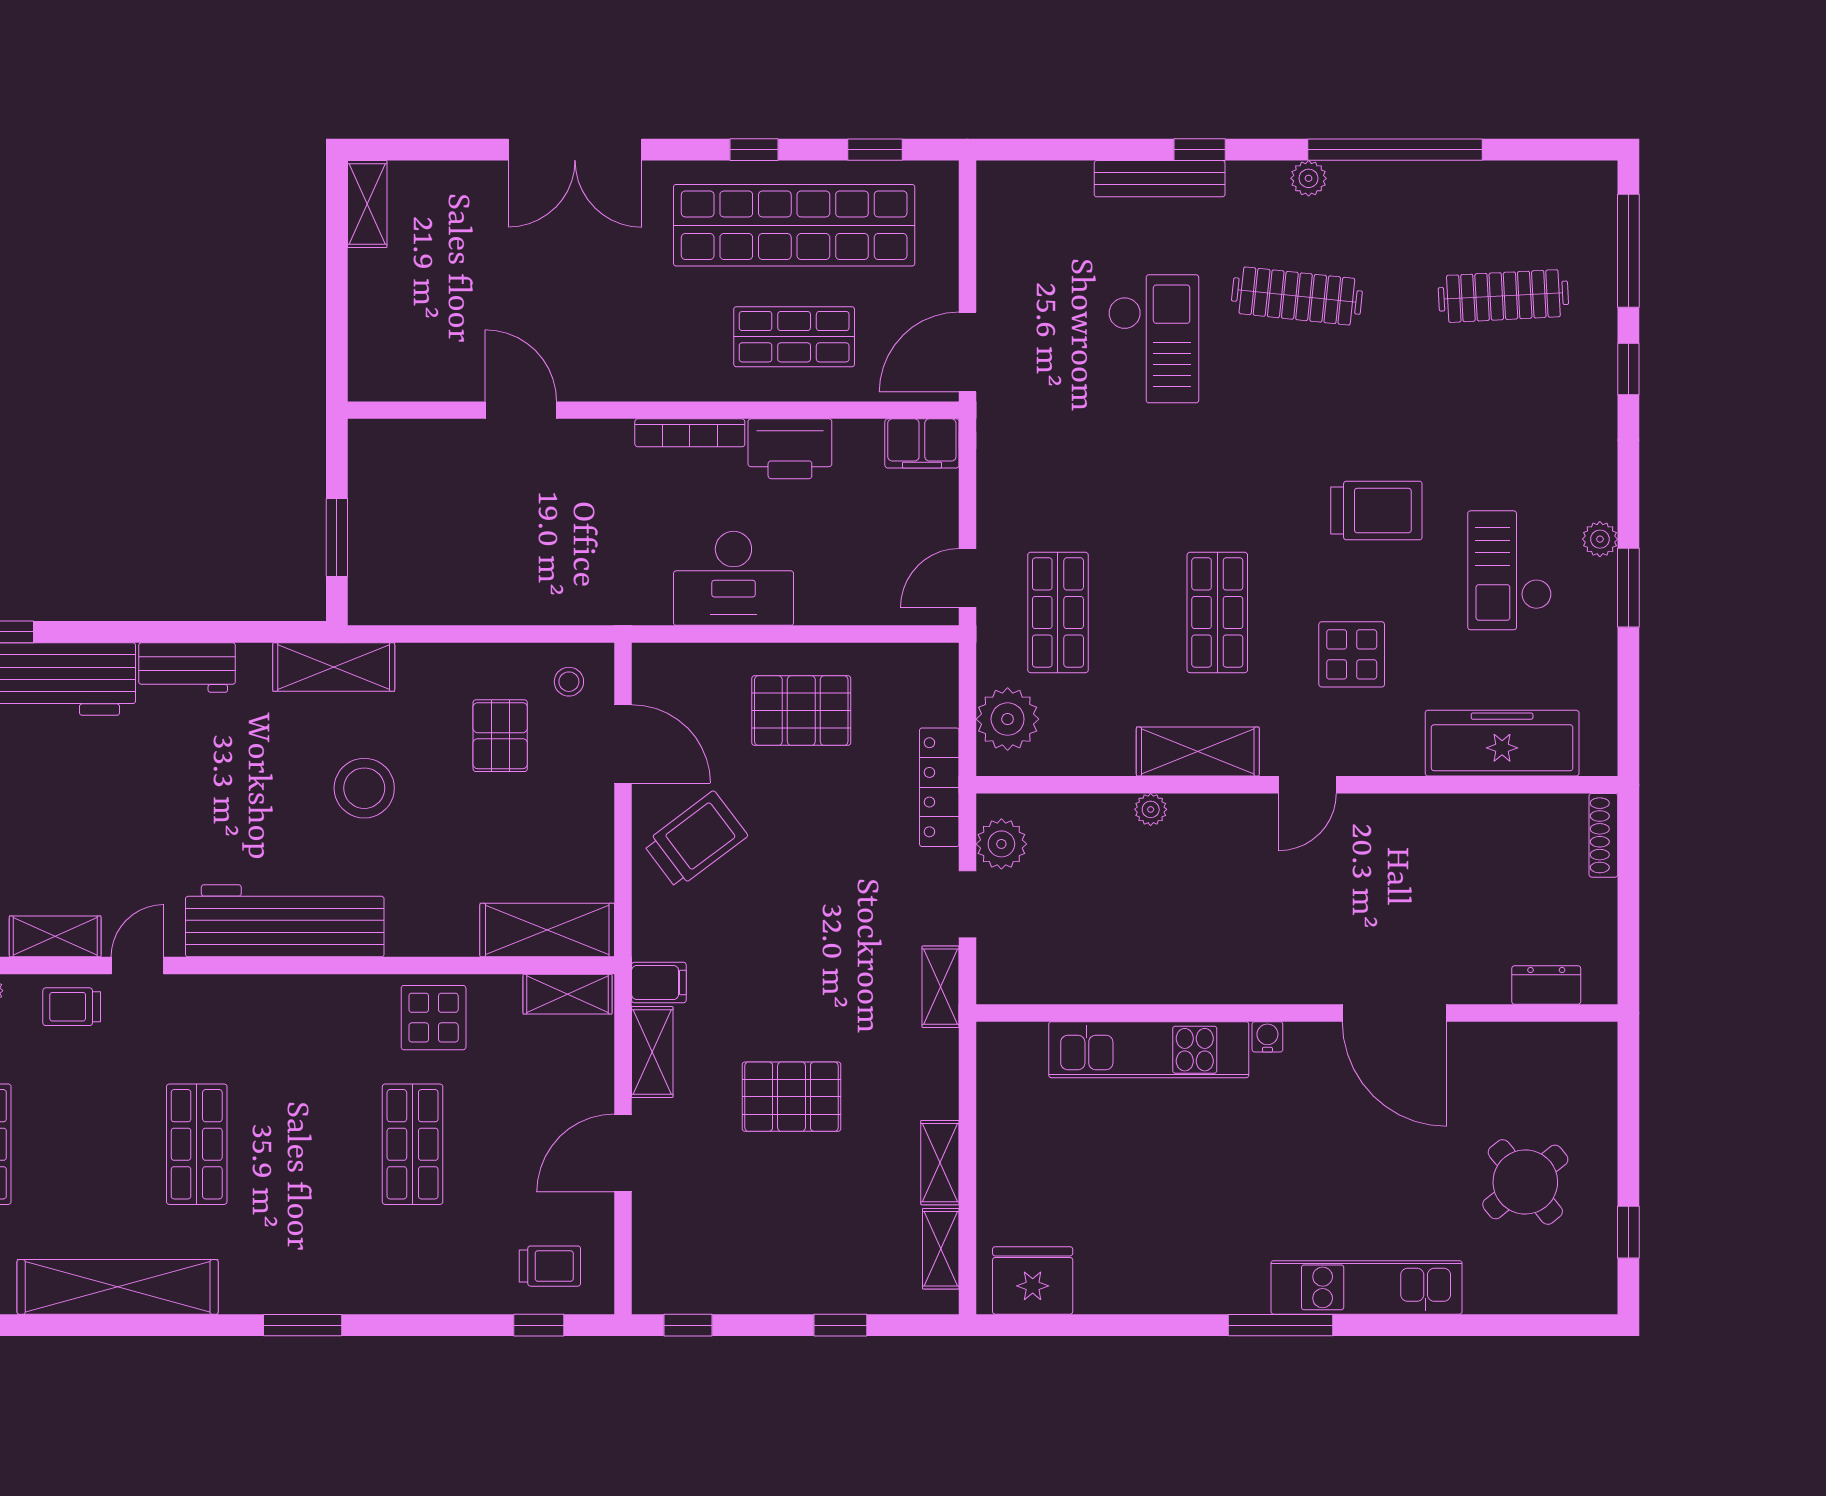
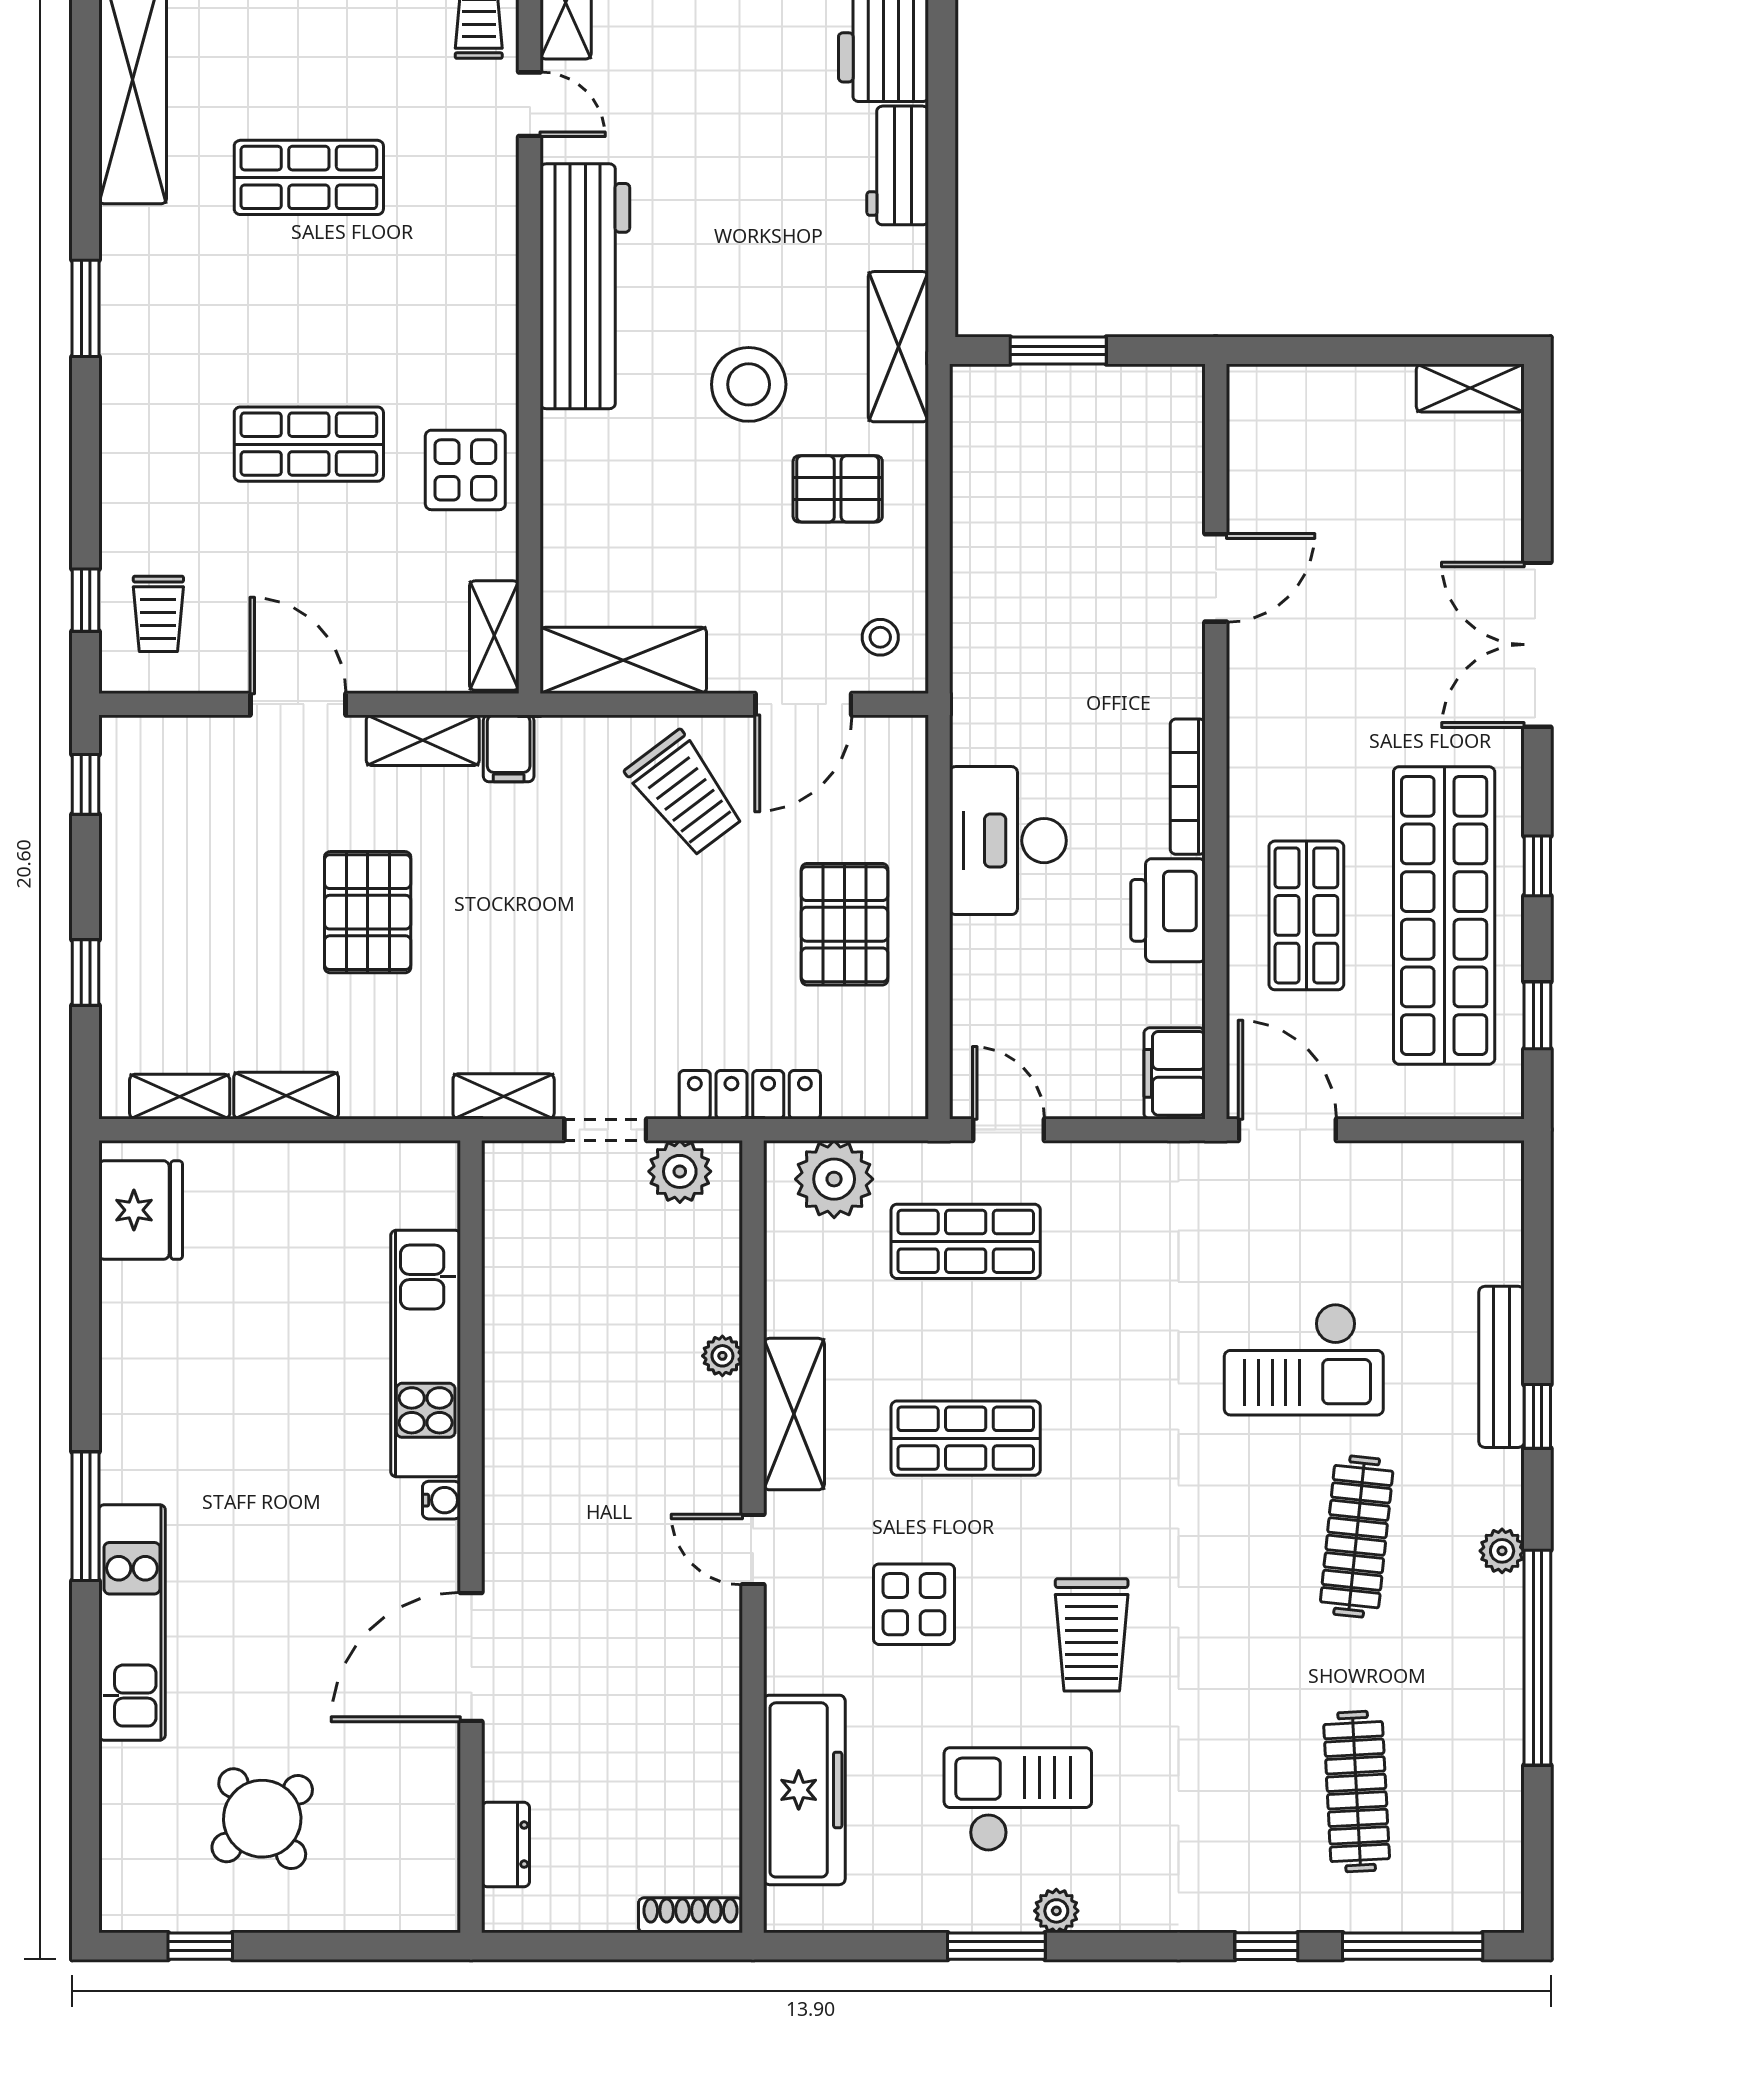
pallet: (500, 736) -> (838, 489), moved
shelving: (547, 930) -> (623, 660), moved, turned 90

